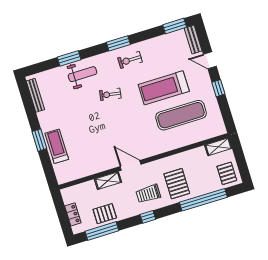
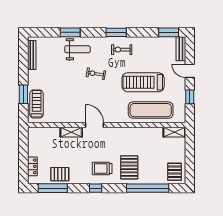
shelving: (218, 147) -> (174, 132), moved
wall: (143, 161) -> (107, 125), moved
door: (131, 165) -> (94, 125), moved
shelving: (108, 181) -> (71, 132), moved

